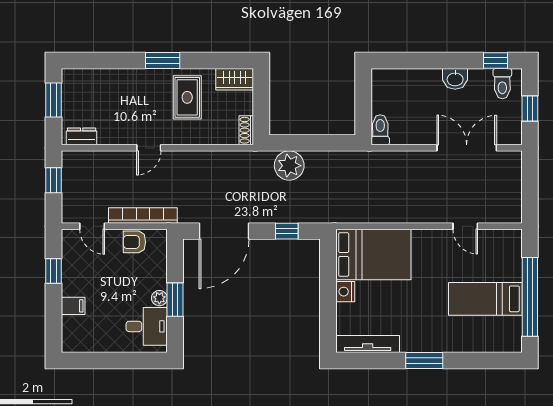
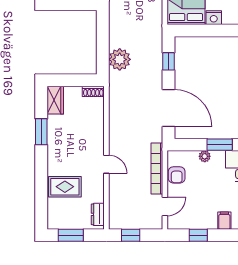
window: (163, 61) -> (41, 132), moved
rug: (187, 97) -> (65, 187), moved
plant: (159, 298) -> (205, 156), moved

